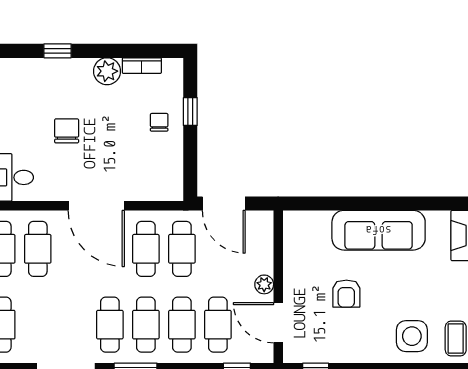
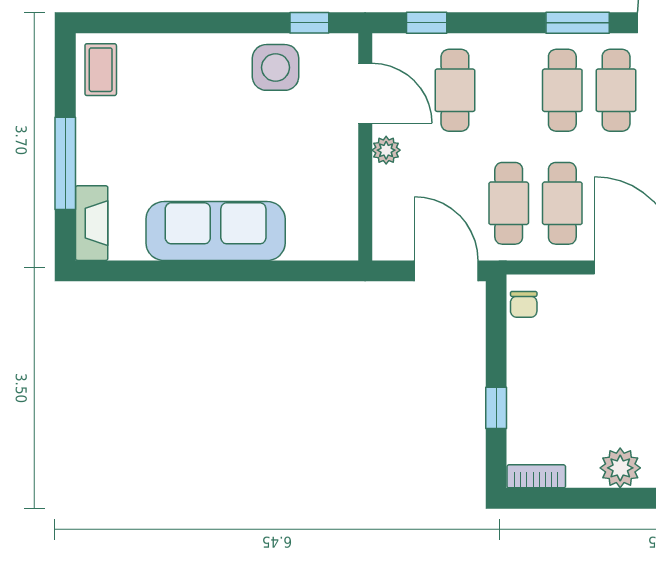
bookcase: (142, 66) -> (536, 476), moved
chair: (159, 122) -> (524, 304), moved
armchair: (346, 294) -> (264, 137), removed
cafe table: (182, 325) -> (509, 90), removed
side table: (412, 336) -> (276, 67), moved

